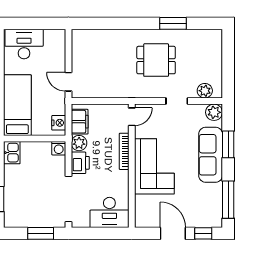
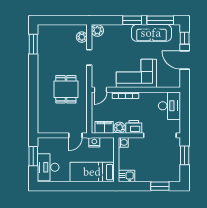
window: (40, 23) -> (33, 156), added
window: (173, 23) -> (33, 44), moved
dining table: (156, 60) -> (66, 89), moved
door: (132, 117) -> (101, 90), swing flipped
nightstand: (59, 123) -> (94, 142), moved
window: (228, 144) -> (132, 20), moved
sofa: (211, 155) -> (151, 33), moved
door: (173, 233) -> (185, 60), hinge flipped

